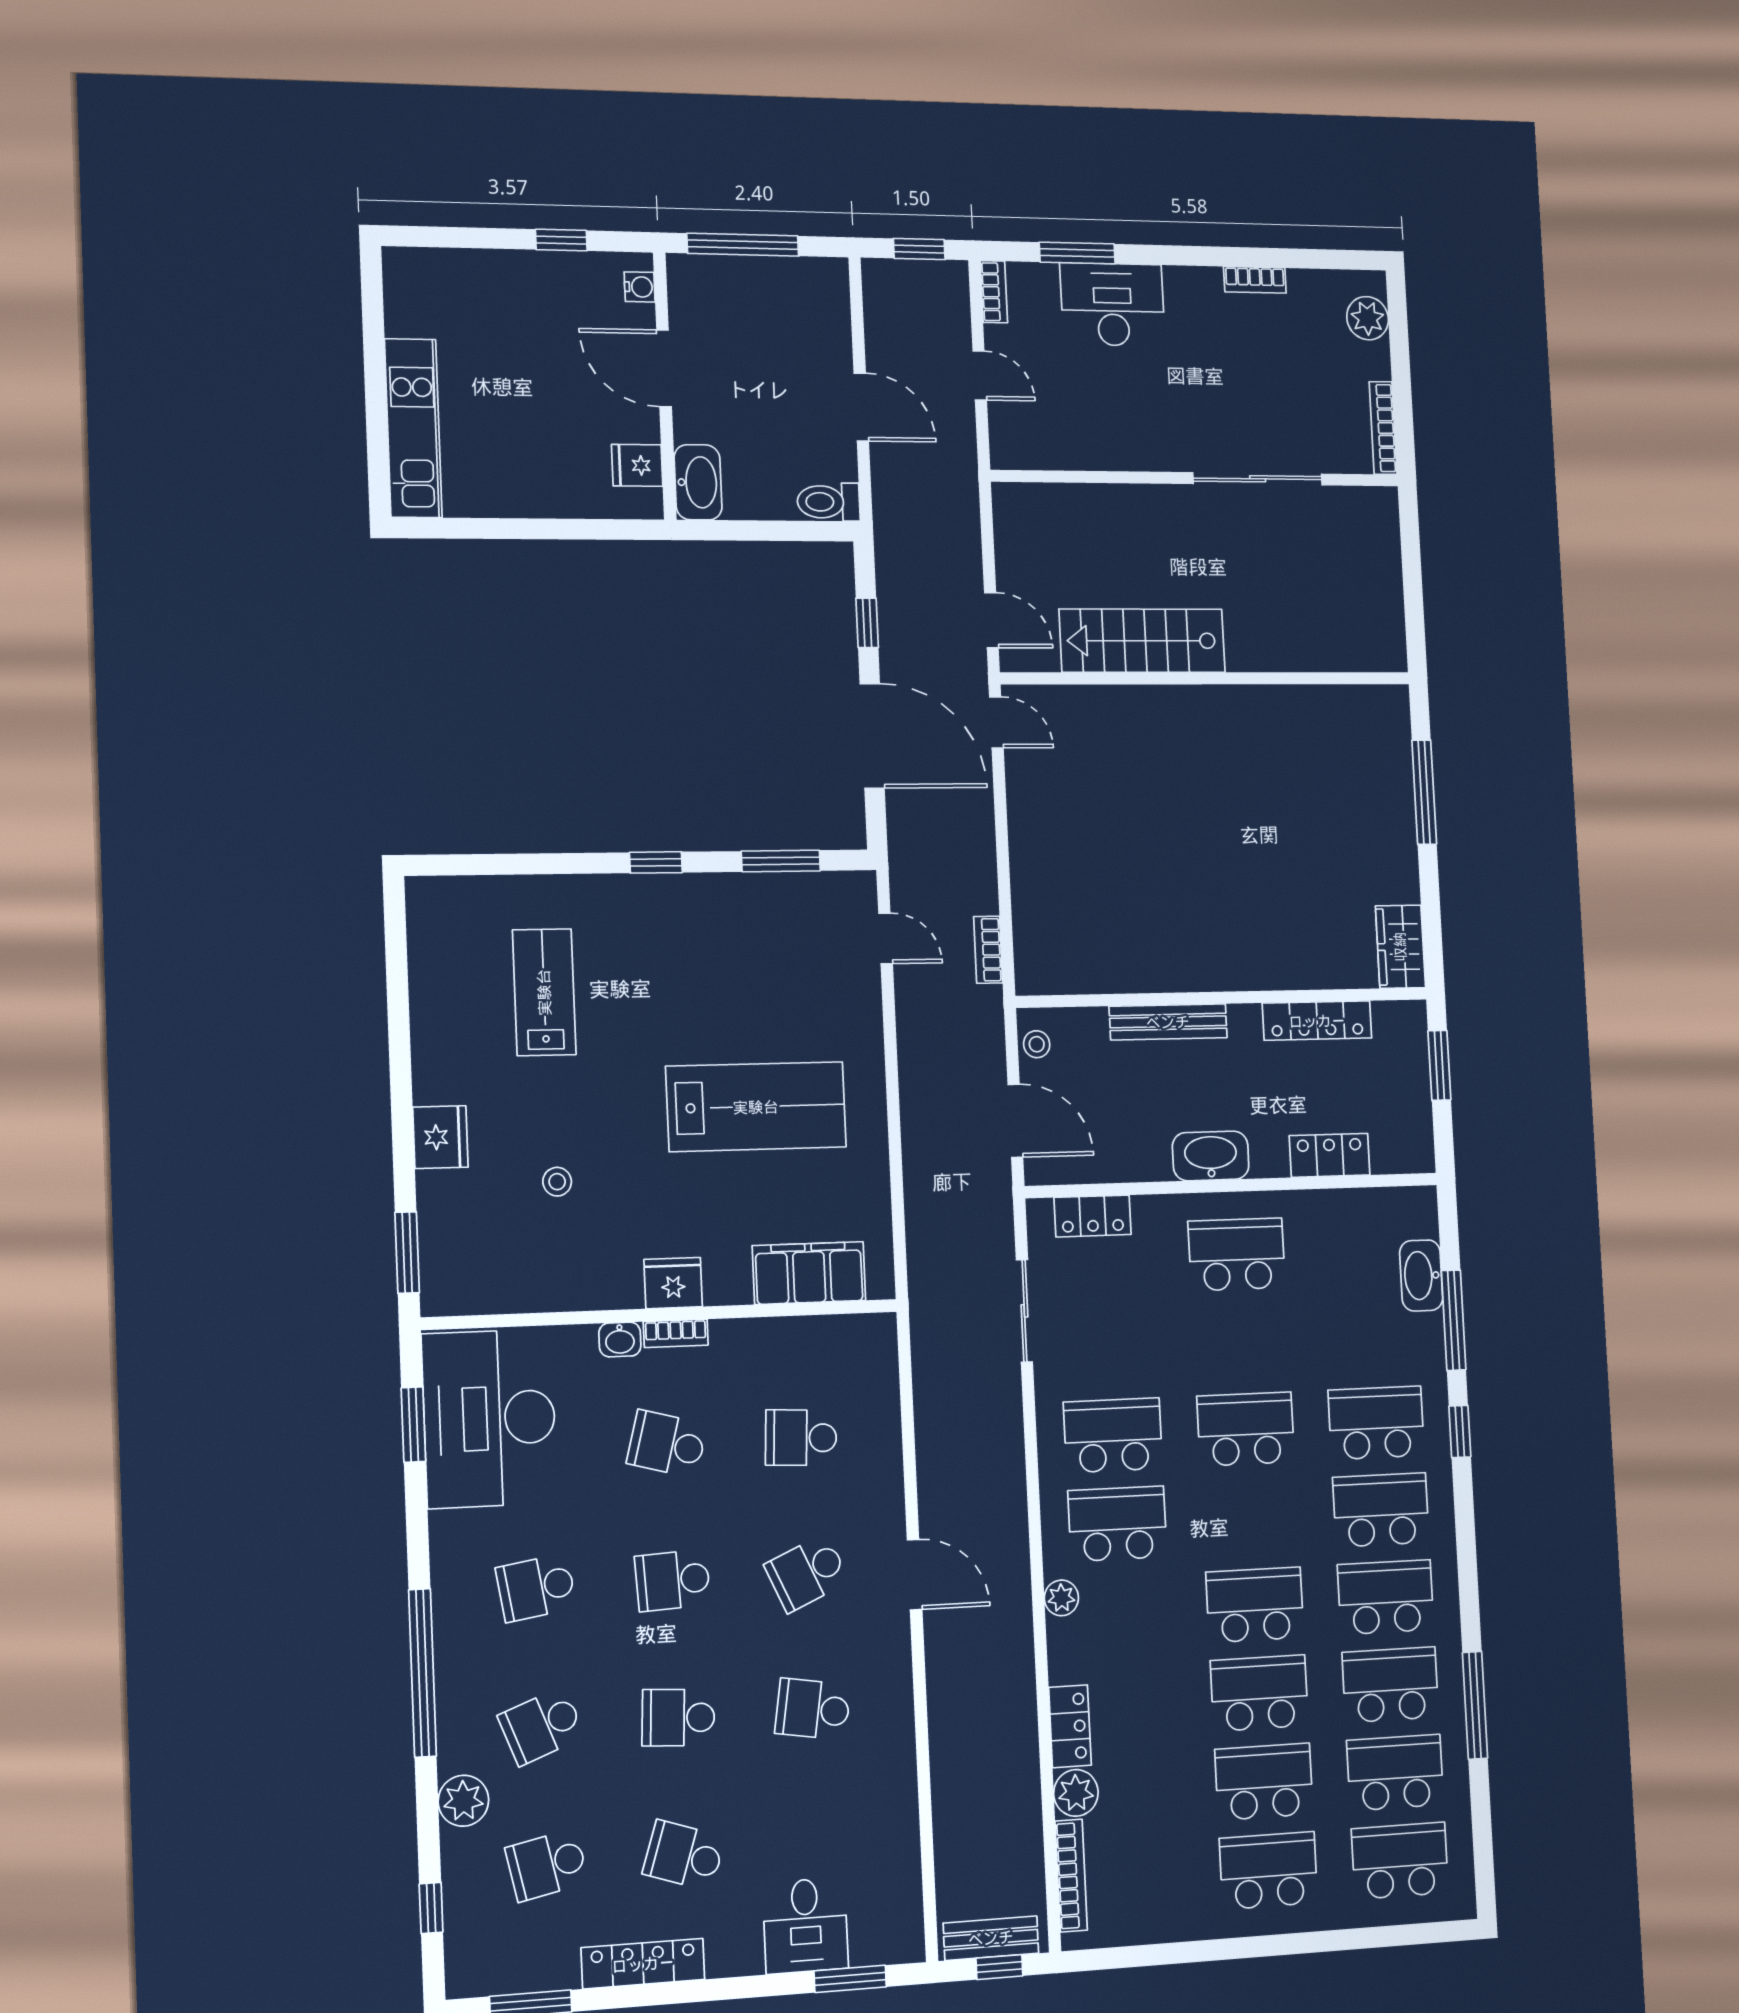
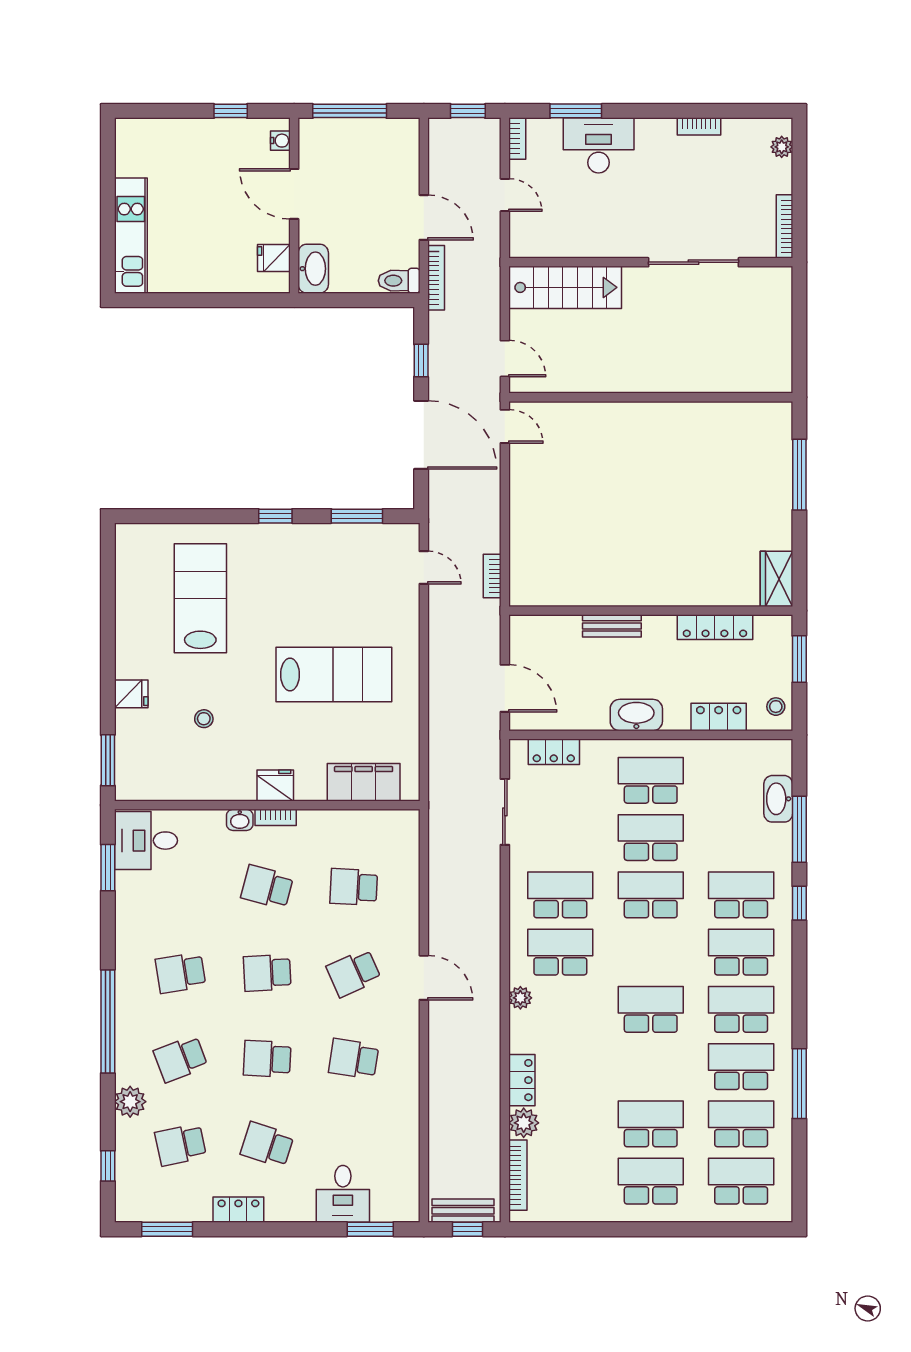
plant: (1368, 318) -> (782, 147), width x0.73, depth x0.73
bookcase: (884, 498) -> (436, 278), added
stairs: (1142, 641) -> (565, 287), moved, turned 180
lab bench: (544, 992) -> (200, 598), width x1.36, depth x1.39
bench: (1168, 1022) -> (612, 626), width x0.73
stool: (1037, 1044) -> (776, 707), moved
fridge: (440, 1137) -> (131, 694), width x0.72
desk: (489, 1418) -> (146, 841), width x0.53, depth x0.77
school desk: (1259, 1693) -> (651, 838), moved
locker: (643, 1964) -> (238, 1210), width x0.66

